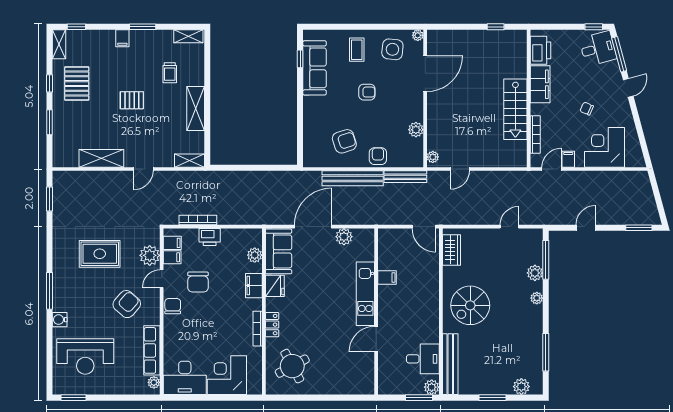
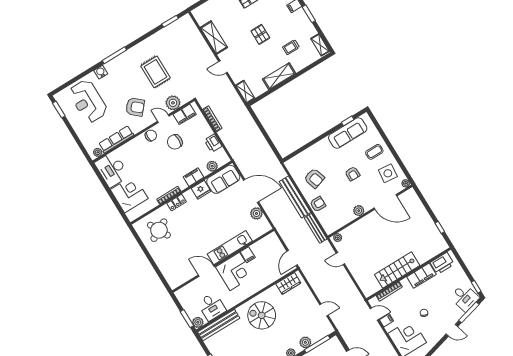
plant: (416, 130) -> (359, 211), moved
printer: (210, 237) -> (213, 143), moved
corner desk: (398, 305) -> (235, 271), added

